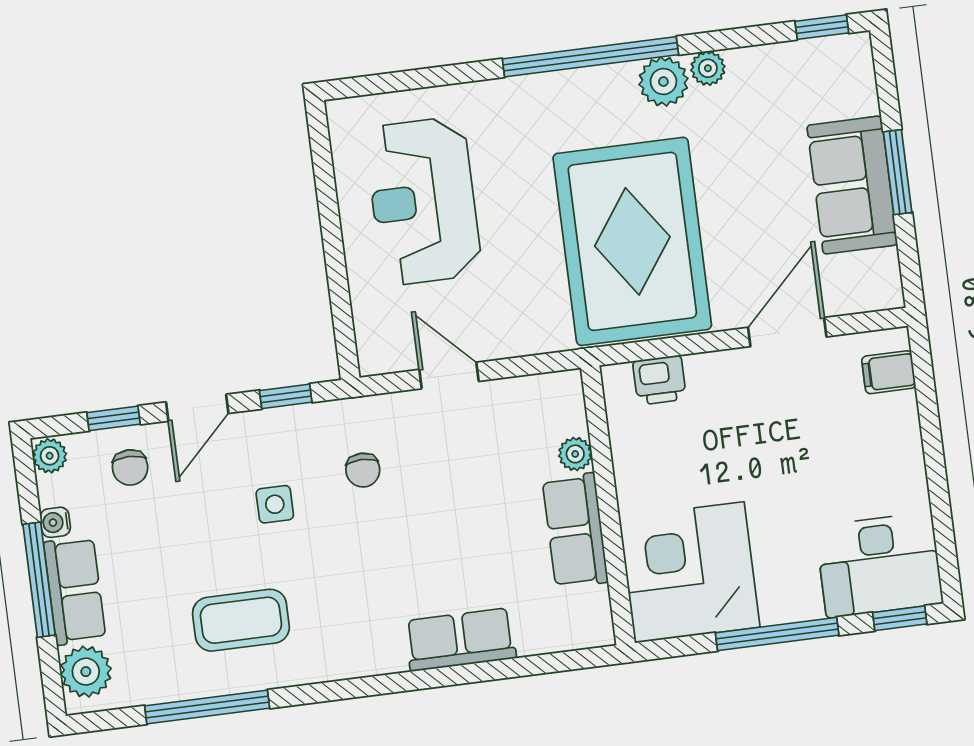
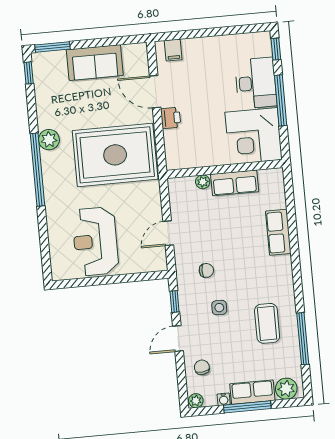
plant: (708, 68) -> (44, 121), removed
window: (898, 172) -> (52, 47), moved
reception desk: (423, 201) -> (95, 241), turned 90
printer: (659, 380) -> (171, 118), moved
door: (197, 408) -> (178, 338), swing flipped
window: (114, 418) -> (181, 373), removed
chair: (130, 467) -> (202, 367), turned -98
desk: (879, 565) -> (256, 83), moved

